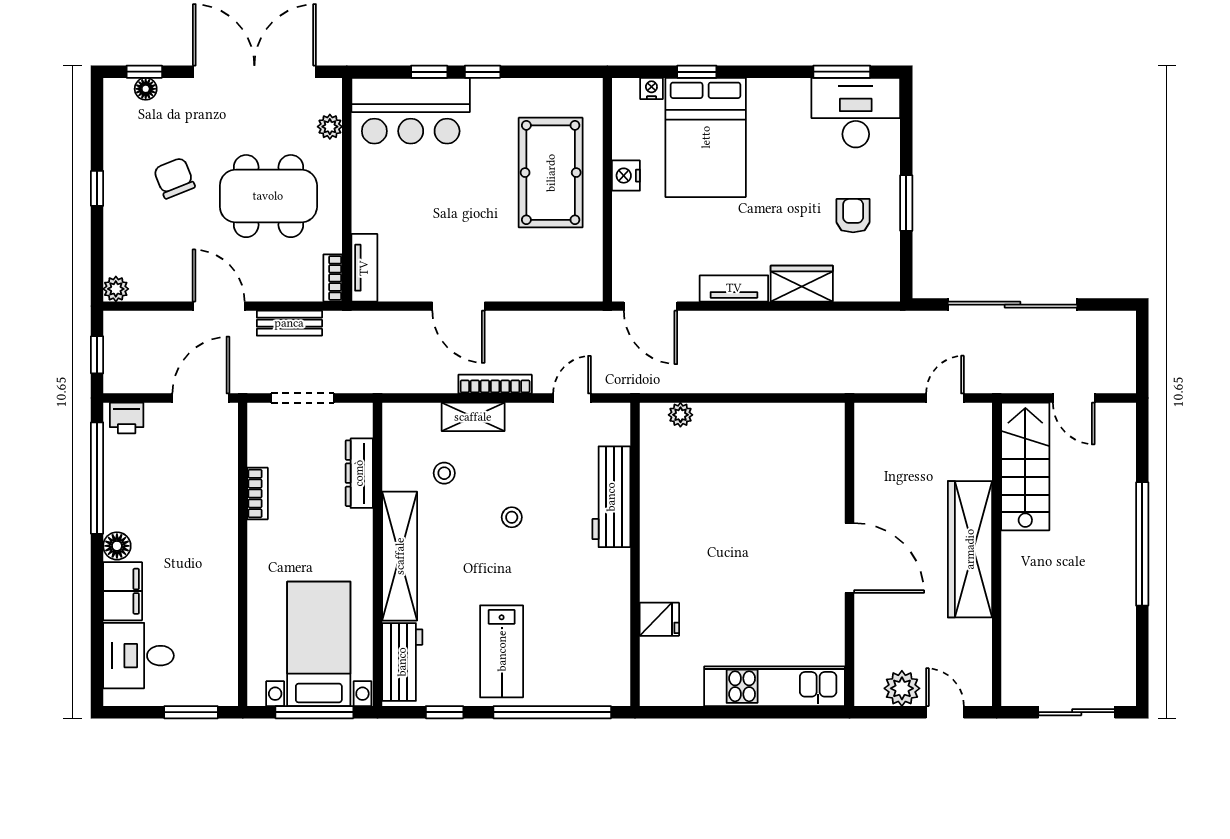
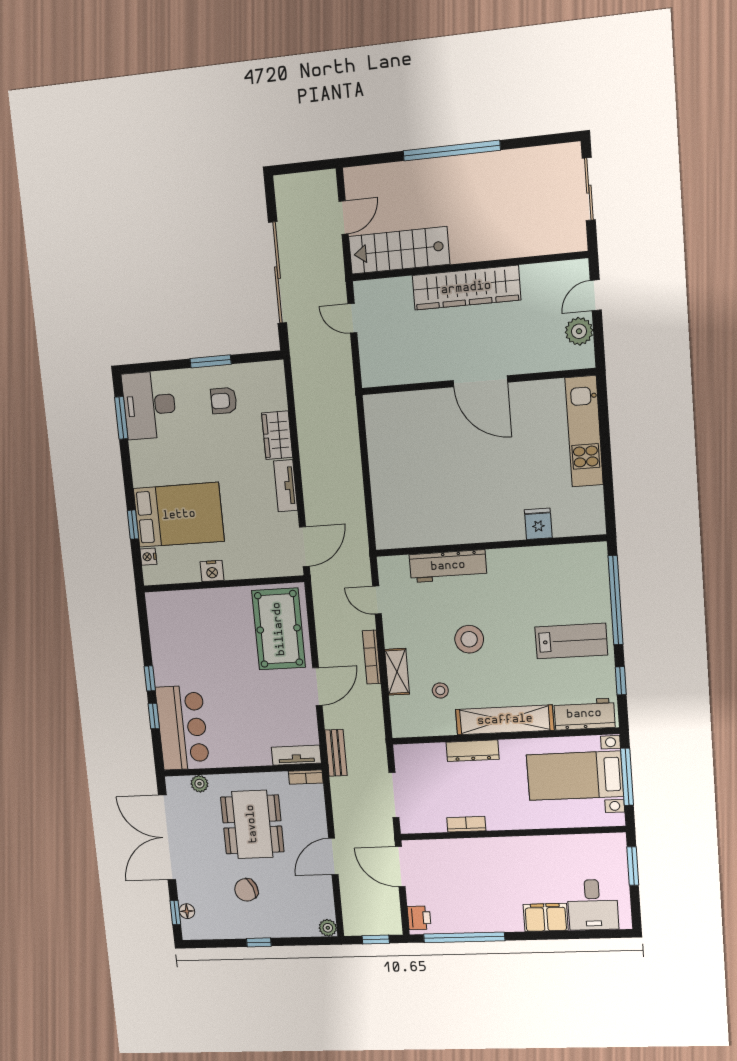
pool table: (551, 173) -> (279, 629), moved, turned 90
bench: (289, 323) -> (336, 753), moved
plant: (680, 415) -> (382, 519), removed
dresser: (359, 473) -> (473, 751), moved
stool: (512, 517) -> (469, 639), width x1.89, depth x1.89
floor lamp: (117, 546) -> (513, 922), removed
door: (850, 558) -> (480, 381), swing flipped

